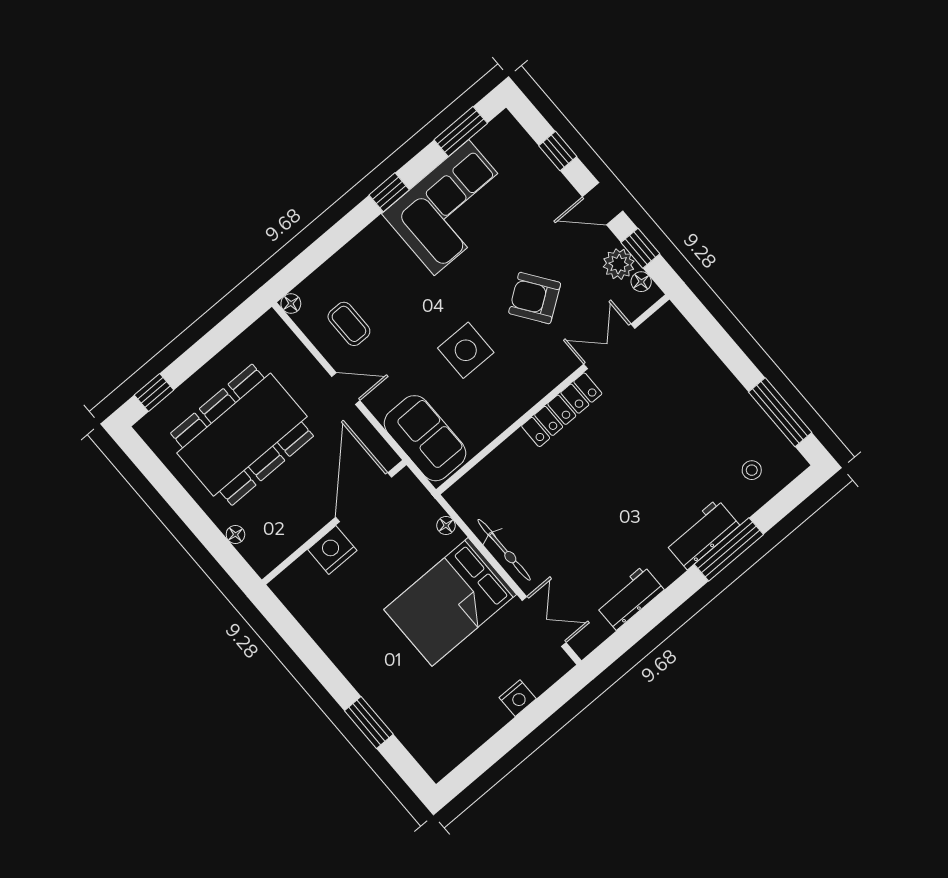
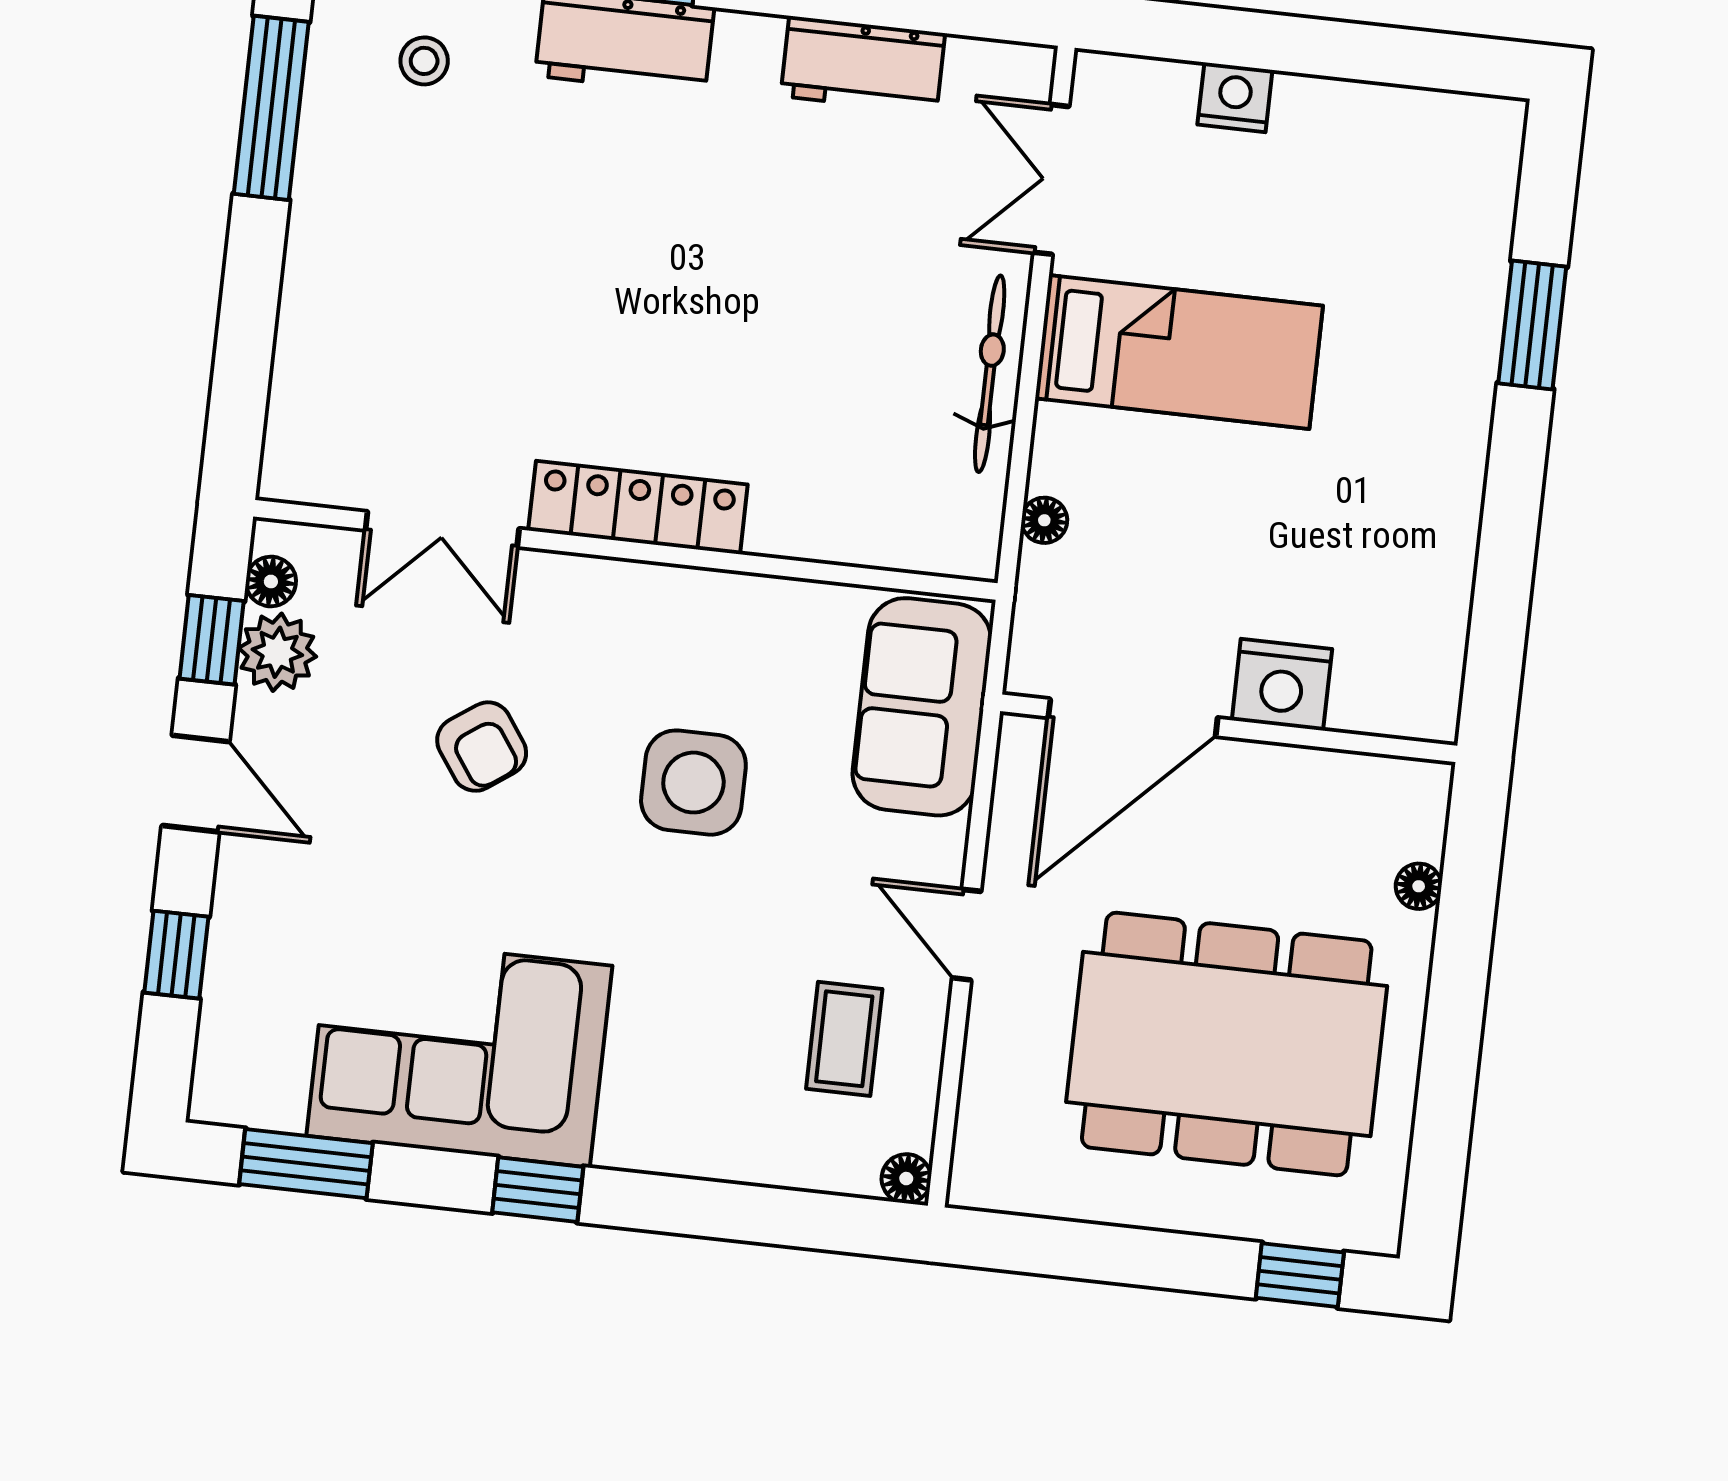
armchair: (535, 298) -> (482, 747), width x0.72, depth x0.72
bed: (450, 602) -> (1179, 352), width x0.67

